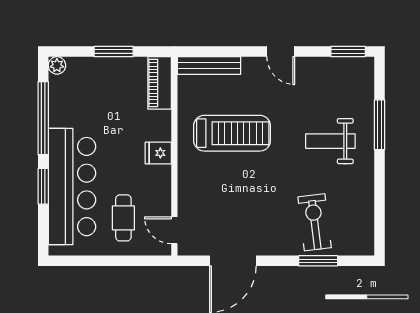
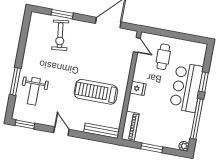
weight bench: (330, 141) -> (34, 91), moved, turned 90
bar counter: (72, 187) -> (186, 87), width x0.73

